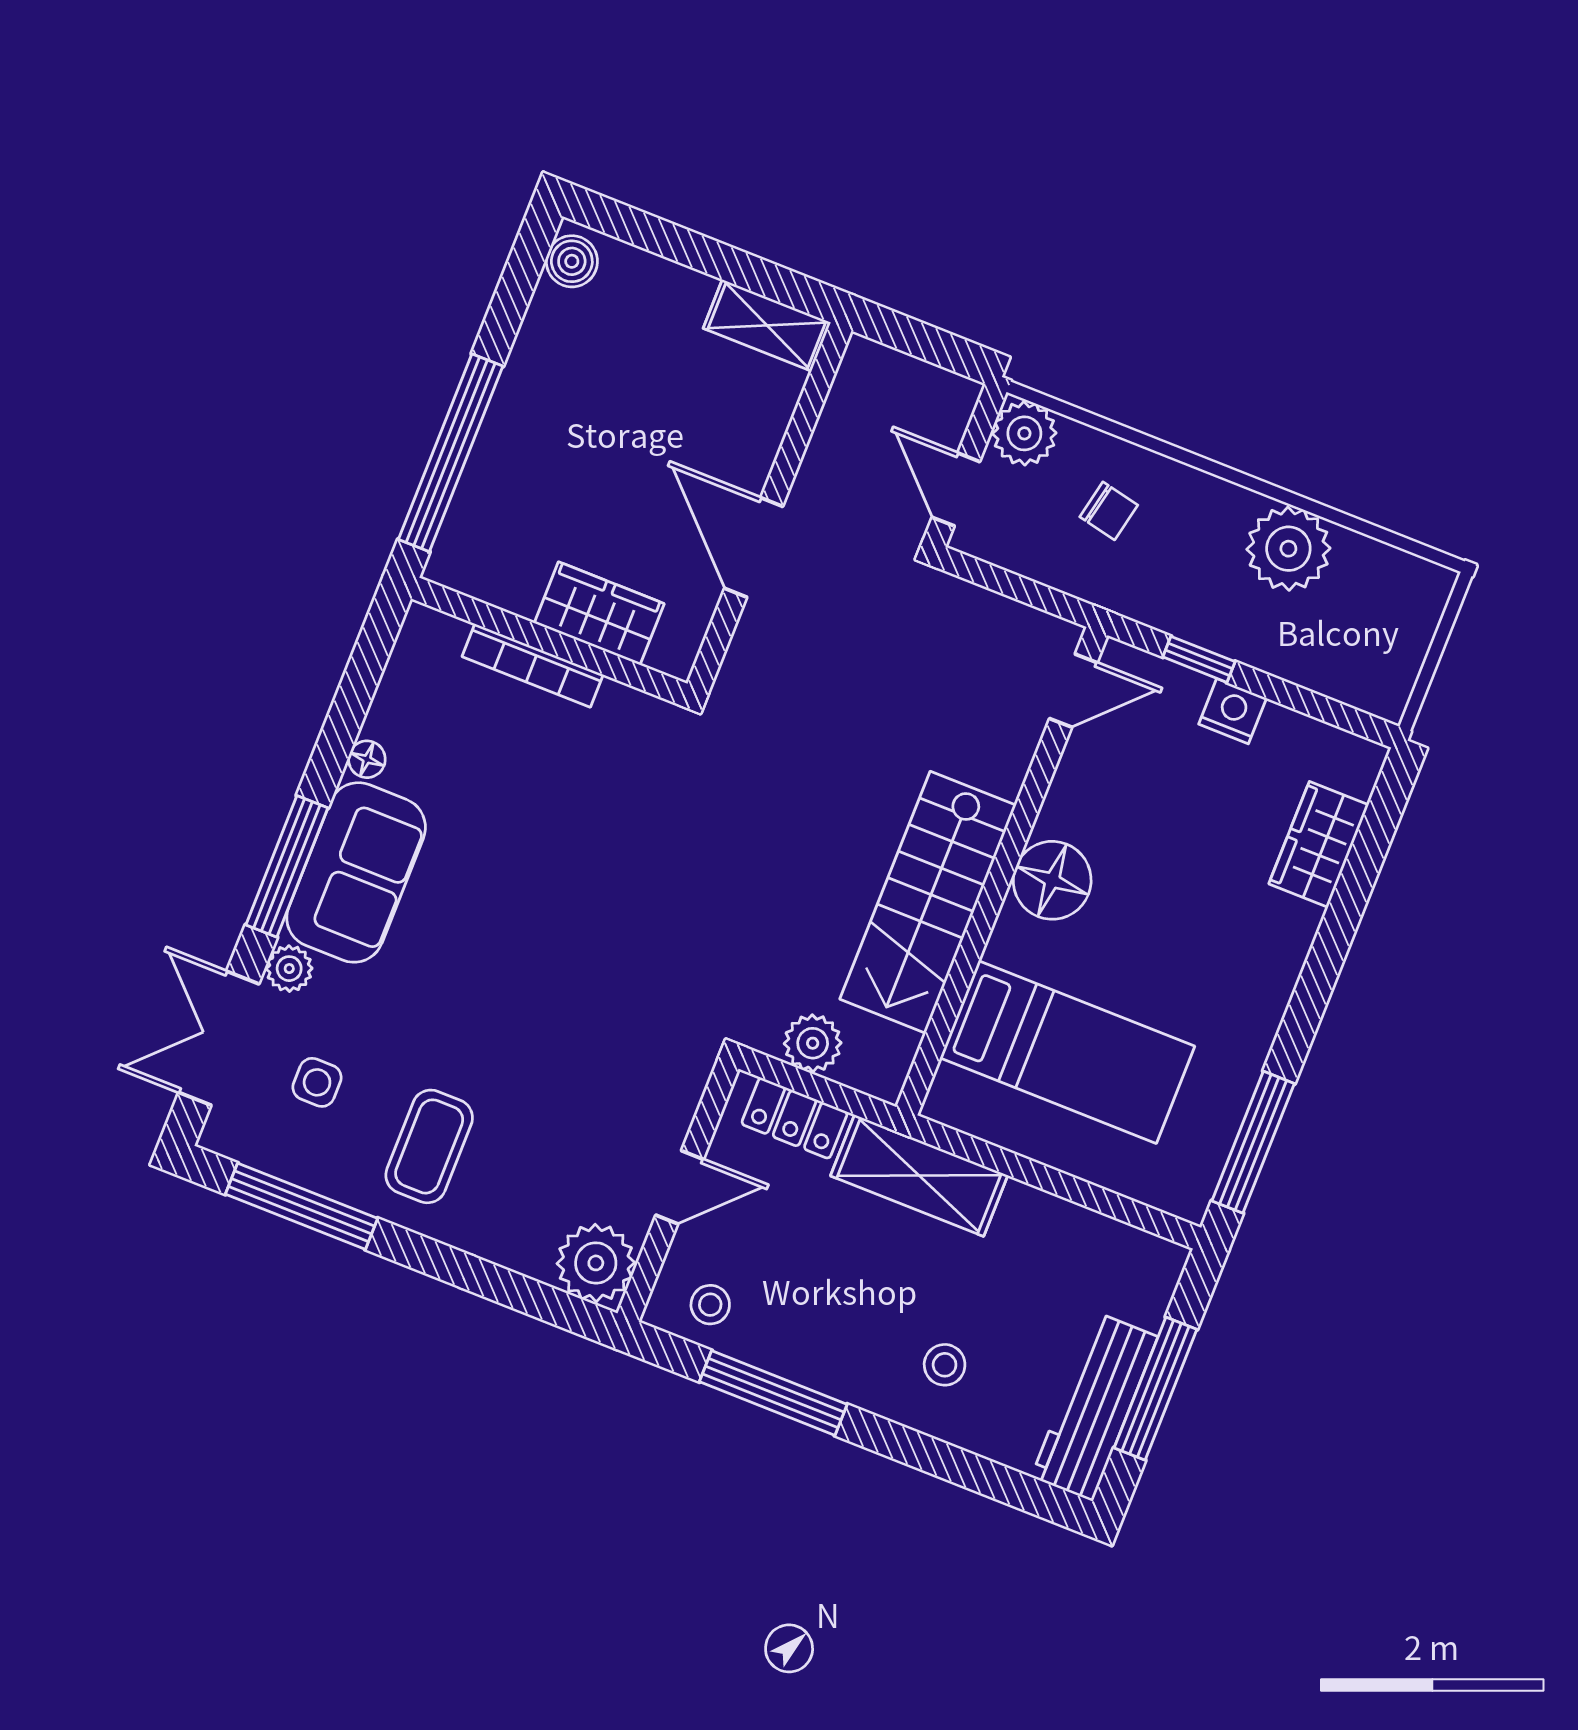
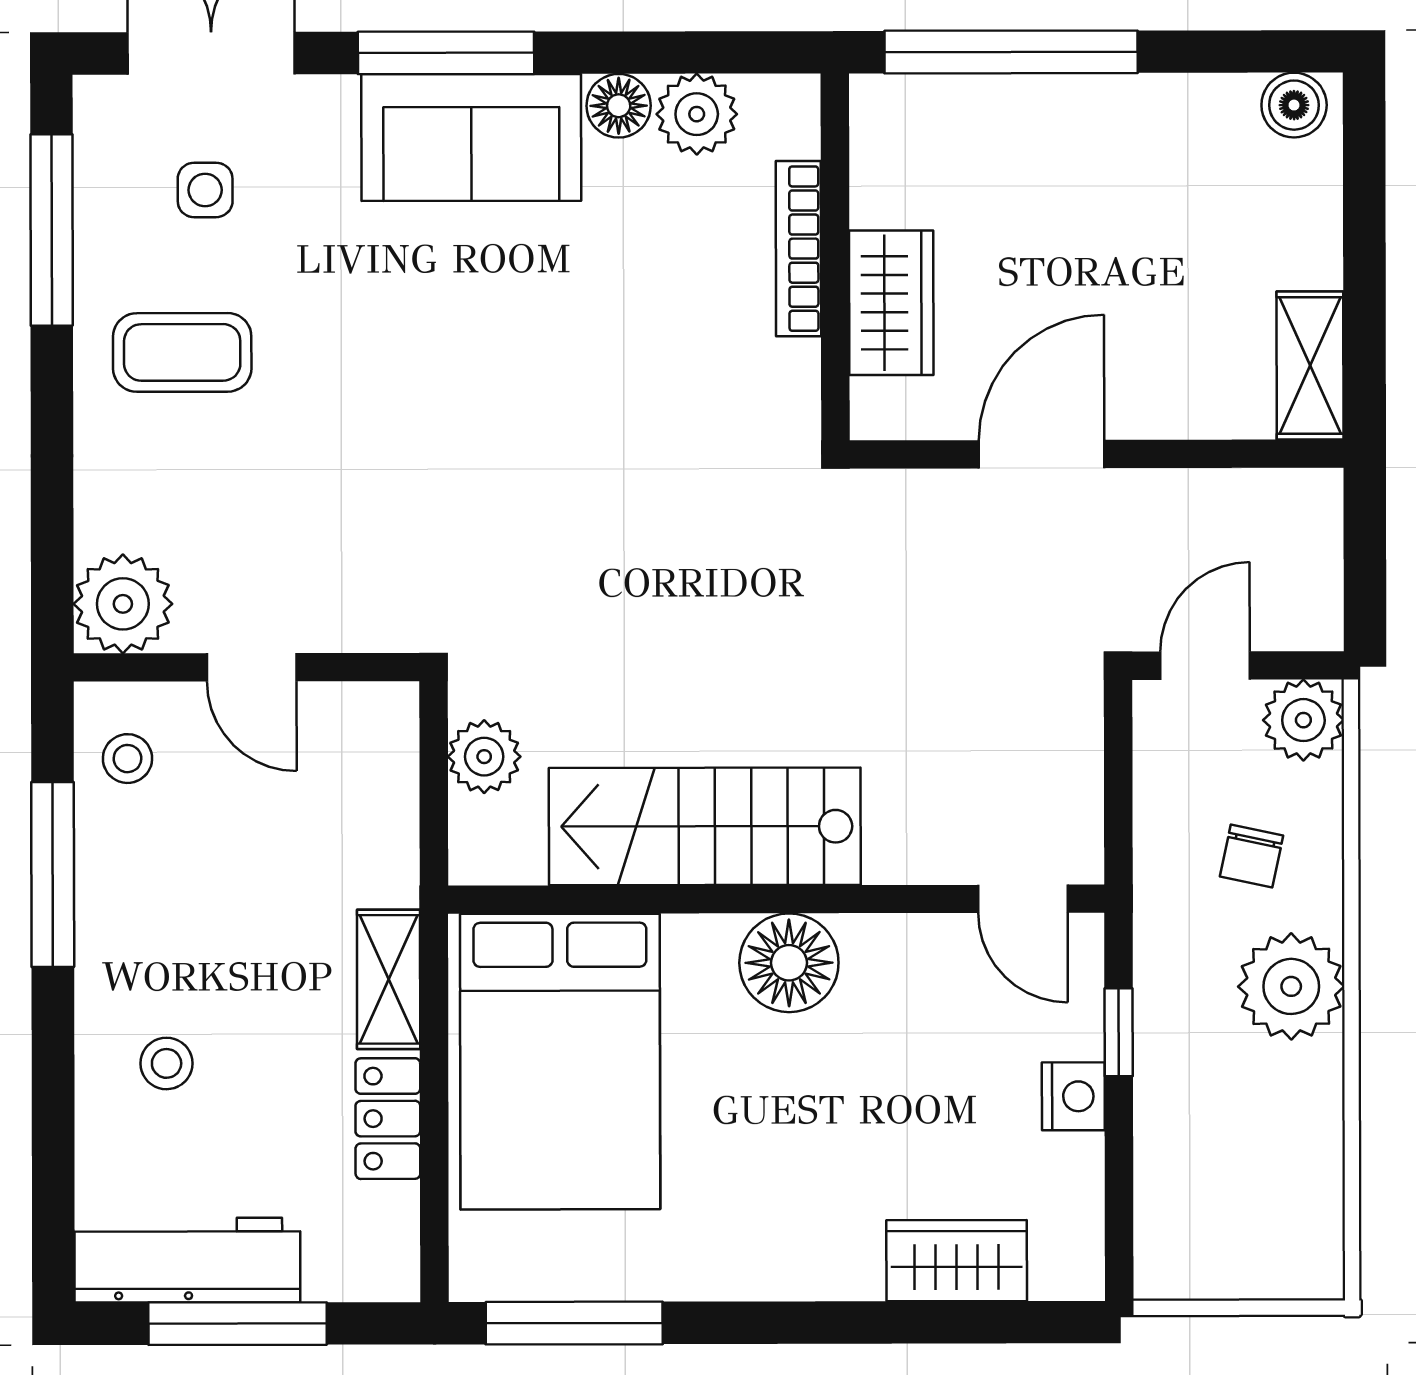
plant: (1288, 549) -> (1291, 986), moved
floor lamp: (367, 759) -> (619, 106), width x1.37, depth x1.37
plant: (289, 969) -> (697, 114), moved, width x1.38, depth x1.38
bed: (1067, 1052) -> (560, 1062), width x1.50
locker: (795, 1118) -> (388, 1119), moved
shelving: (919, 1176) -> (389, 979), width x0.67, depth x0.75

